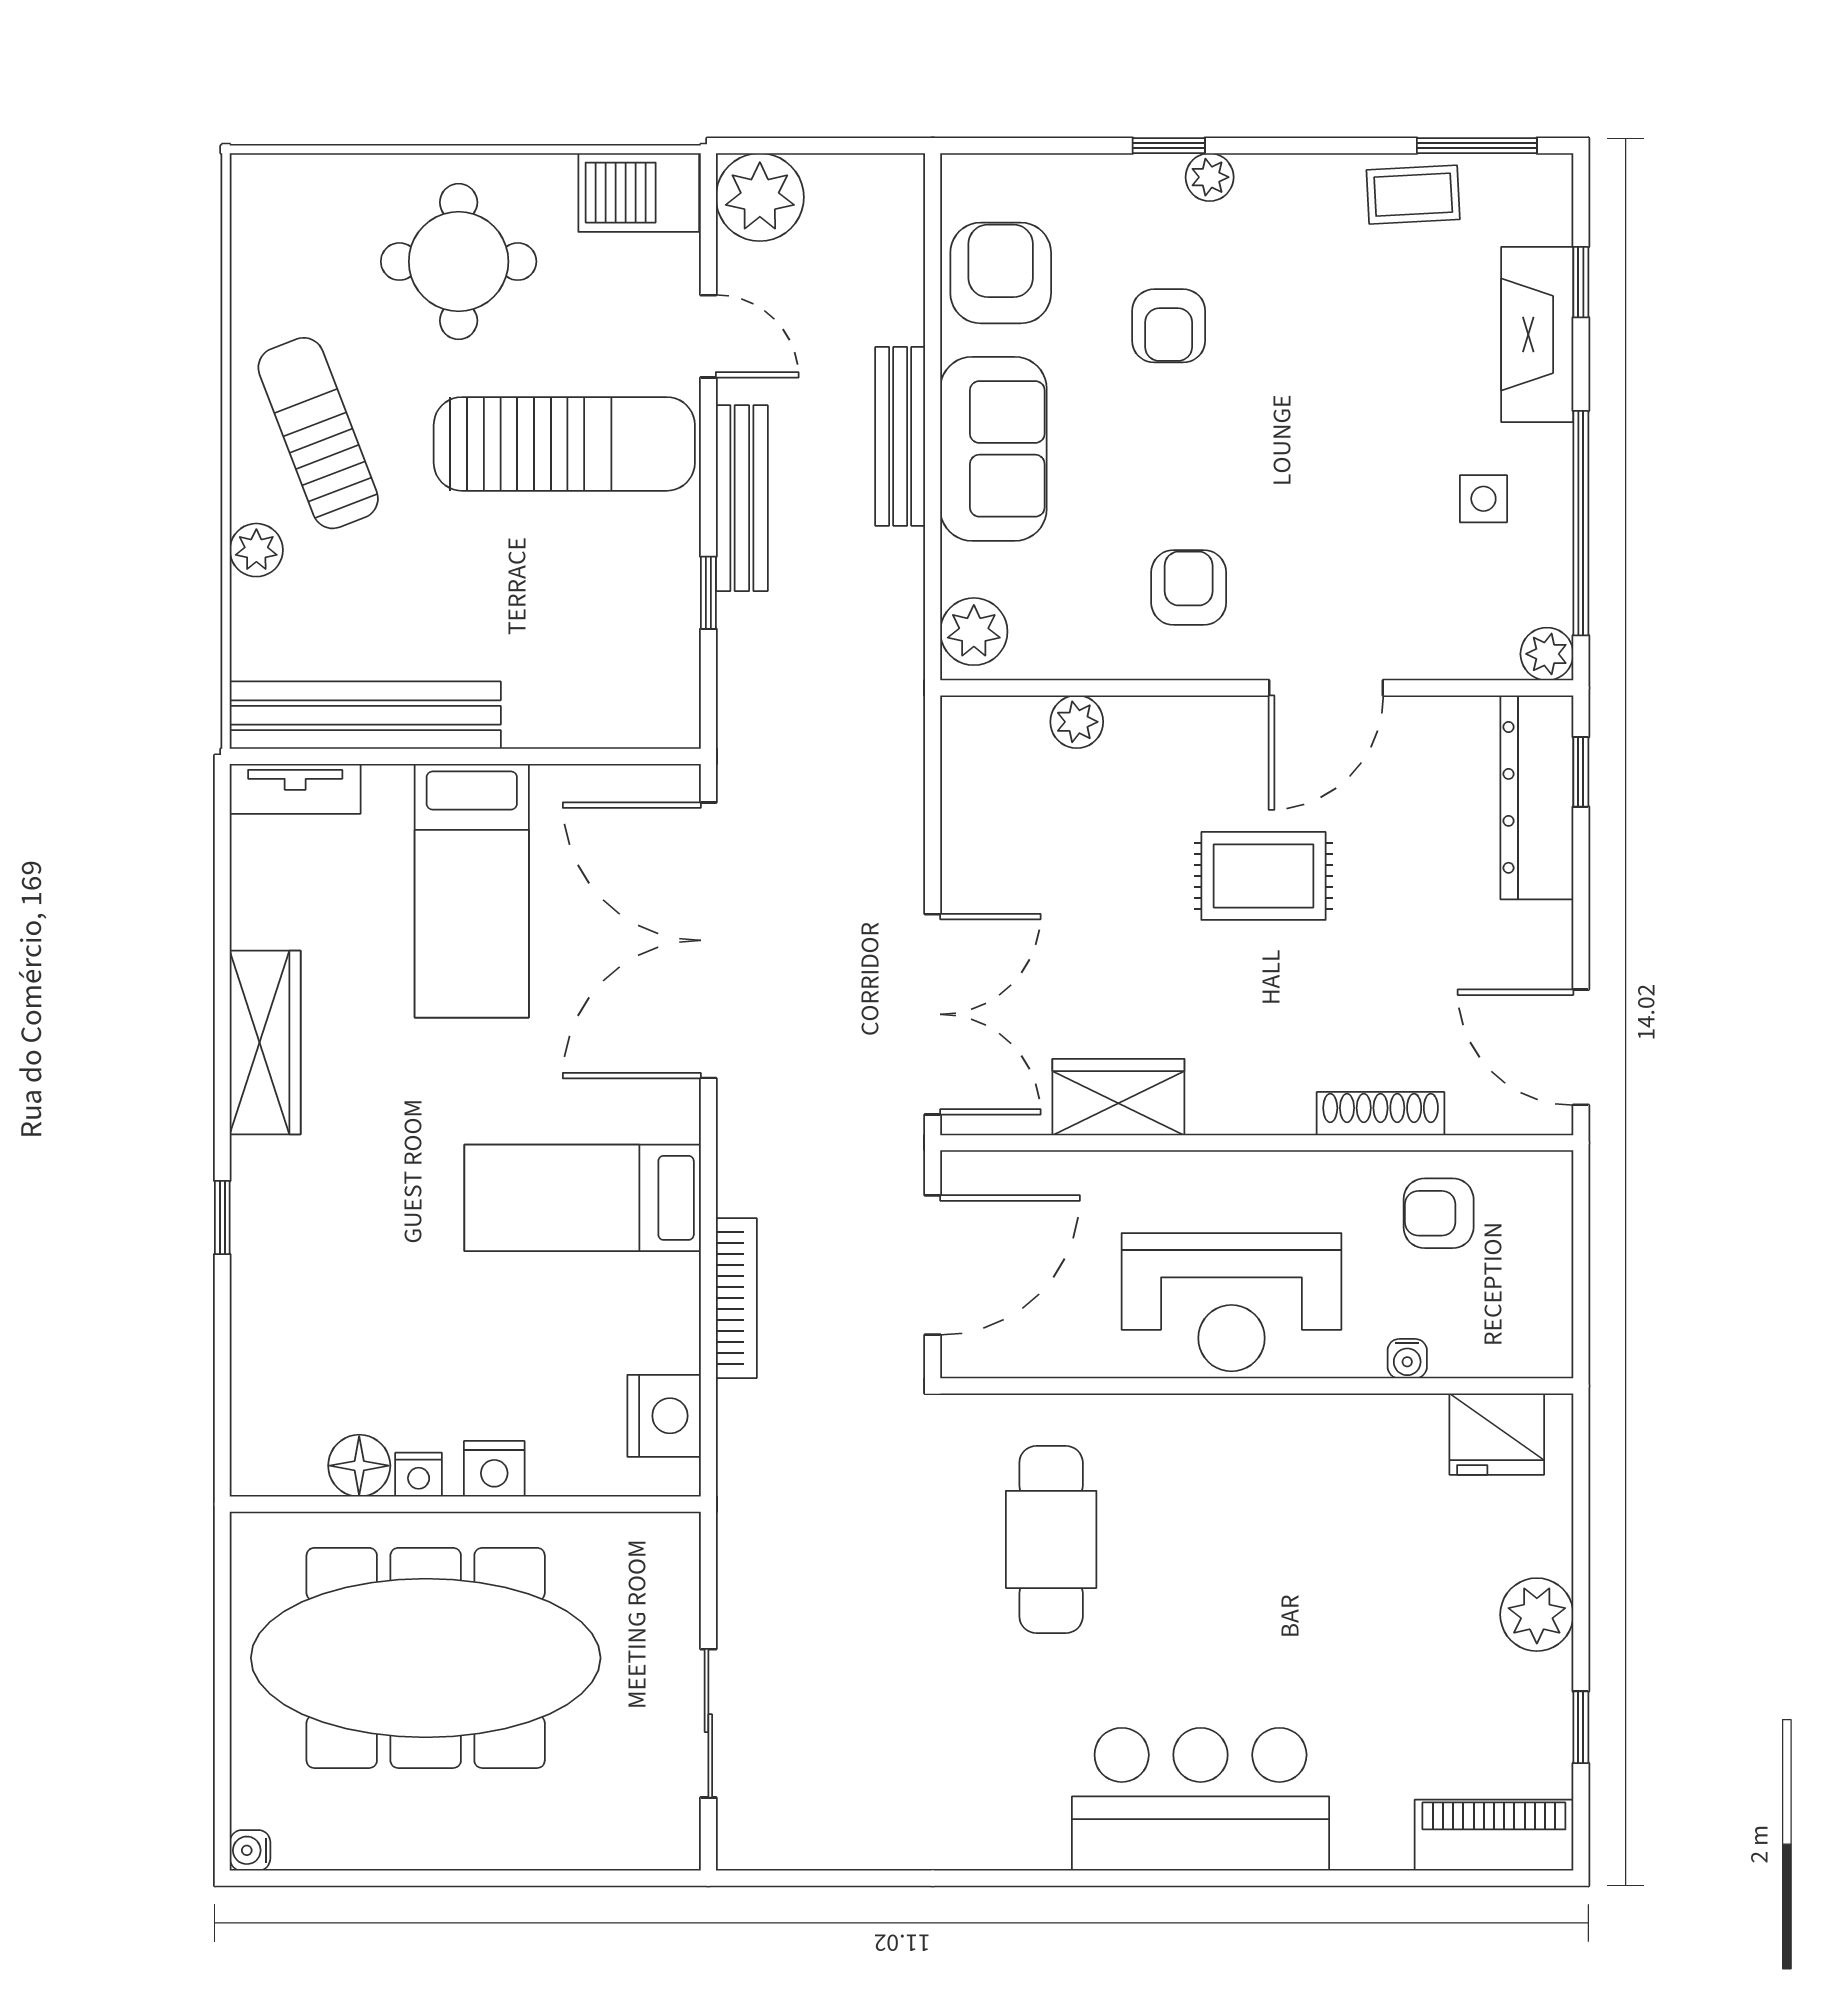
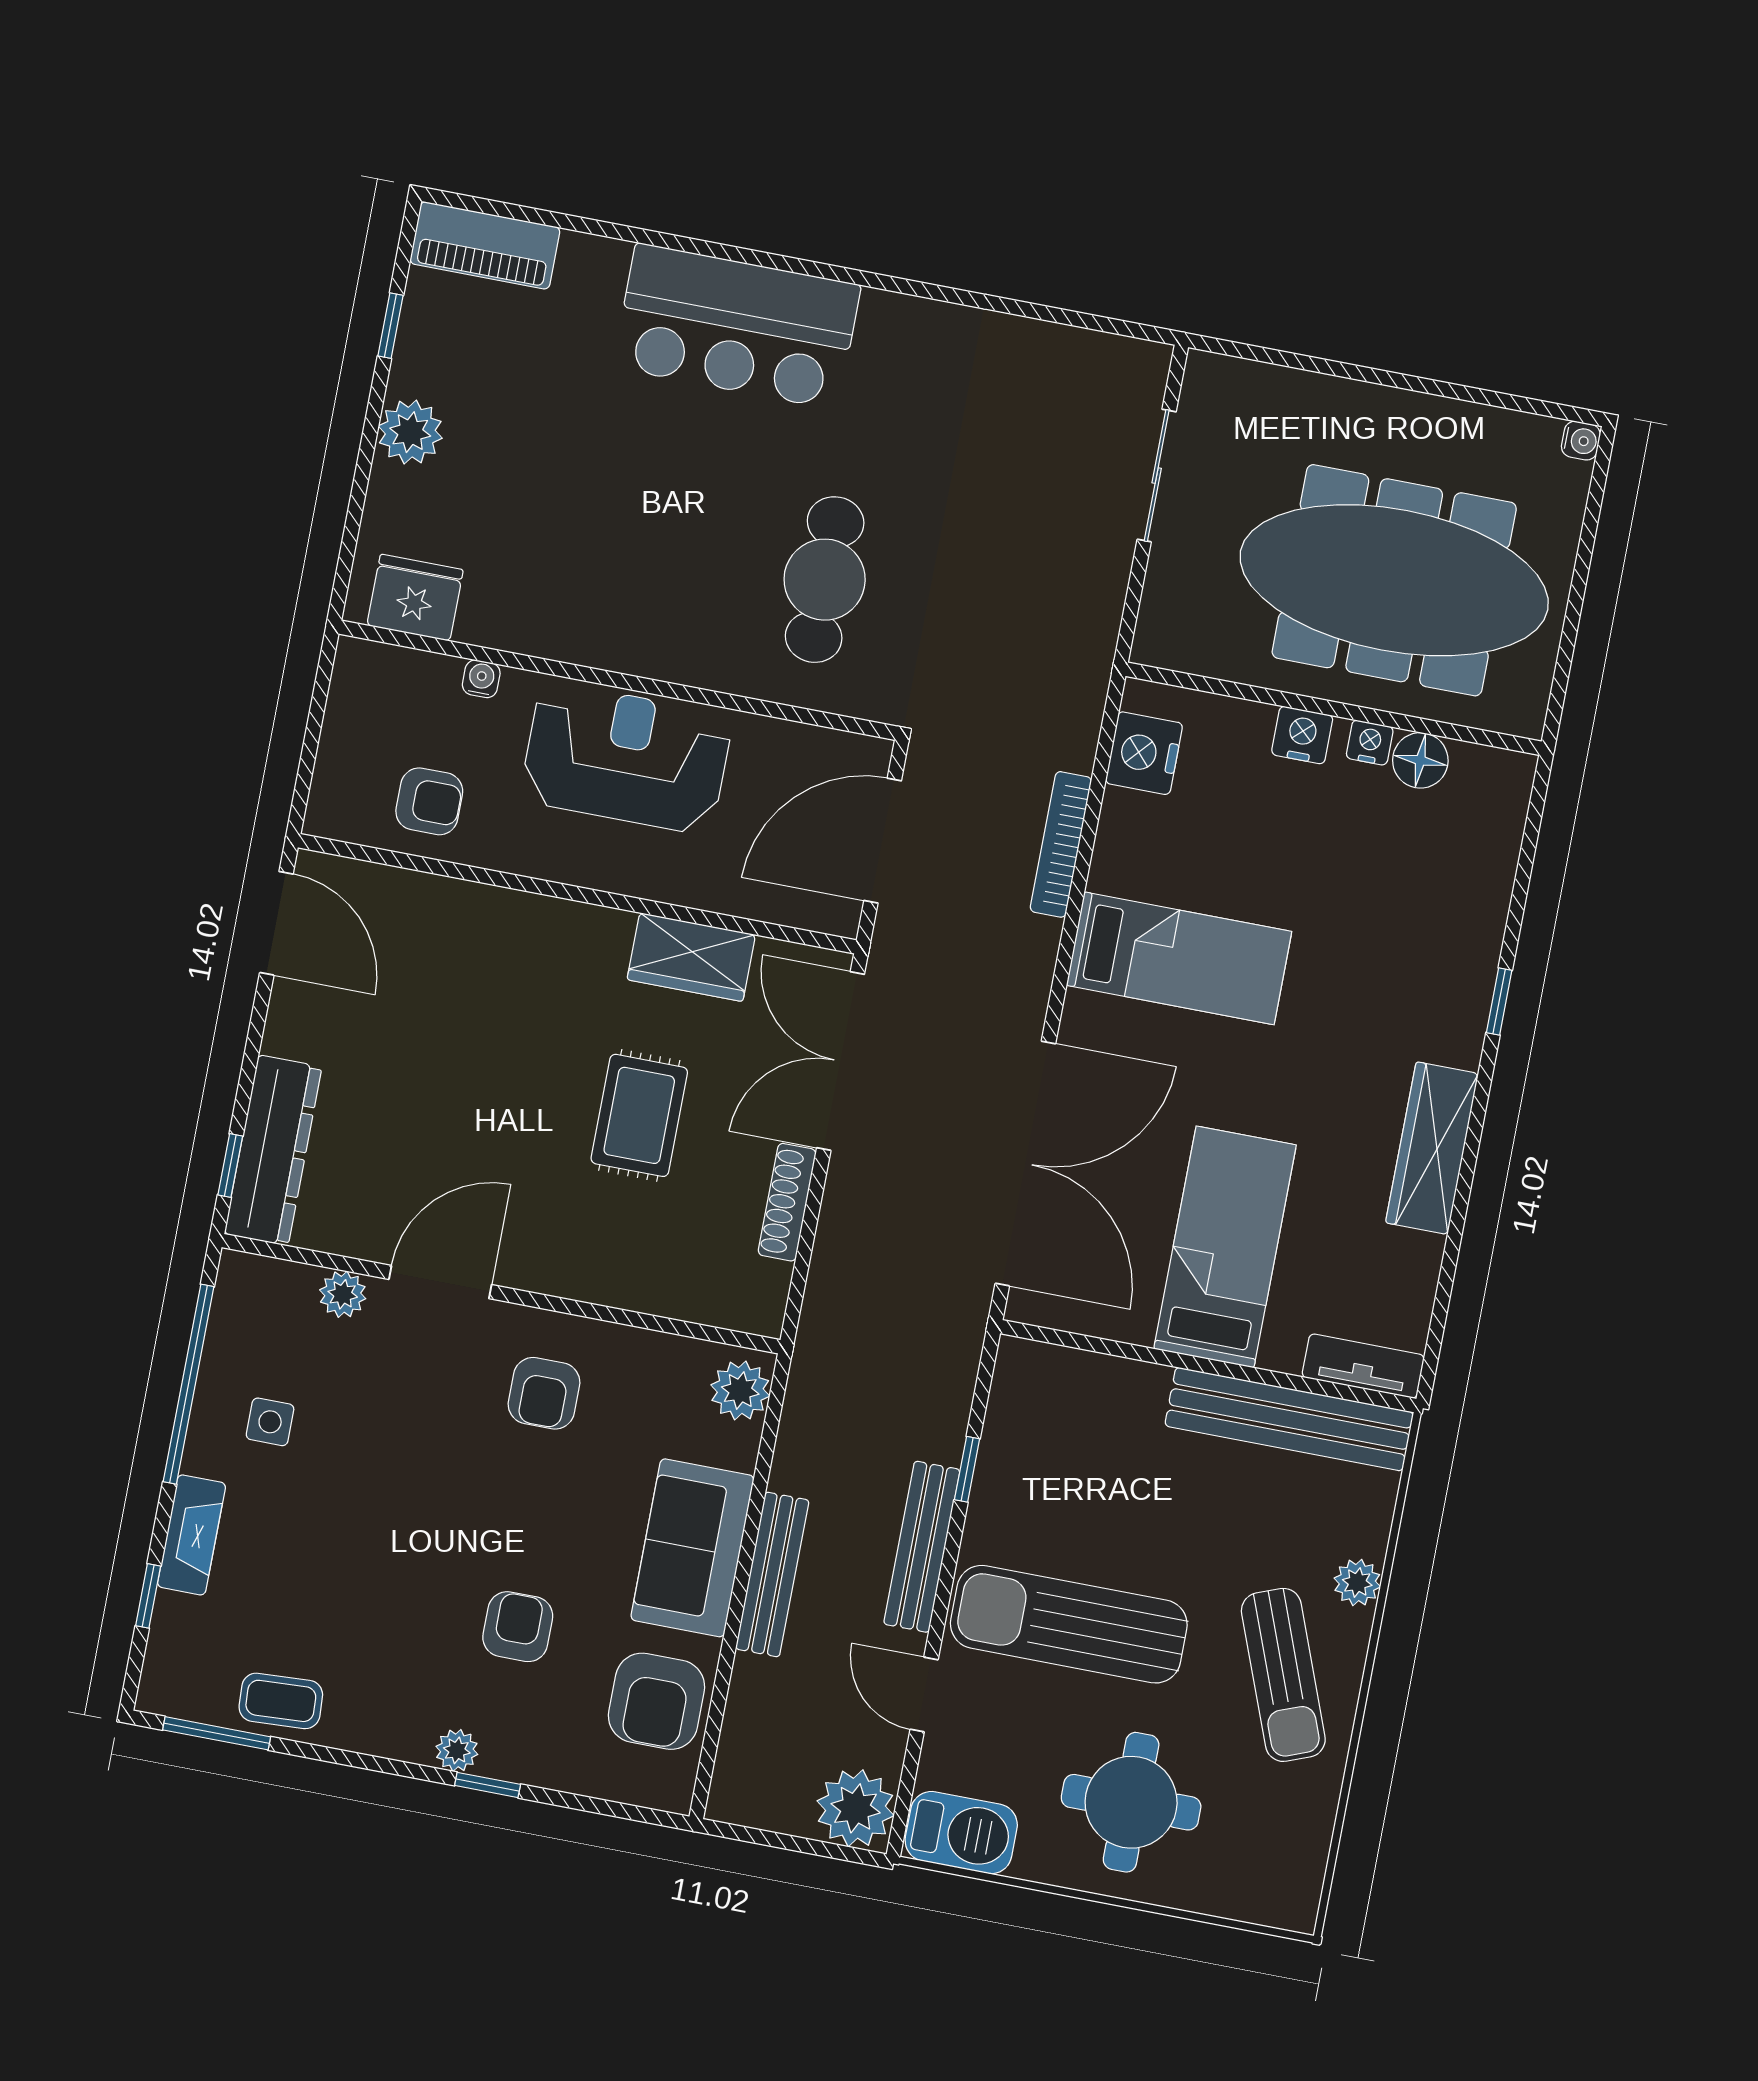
fireplace: (1537, 335) -> (192, 1535), width x0.73, depth x0.76
plant: (1547, 654) -> (343, 1294), moved
plant: (1077, 722) -> (665, 1294), removed
rug: (1264, 876) -> (639, 1115), moved, turned 90
shoe rack: (1381, 1114) -> (787, 1202), moved, turned 90

